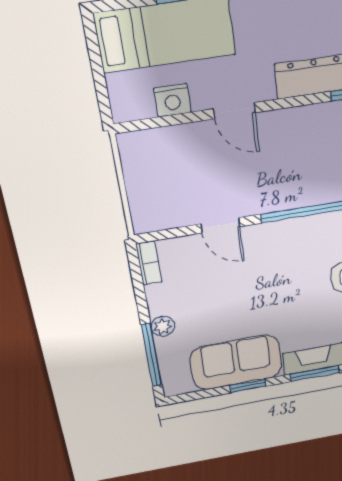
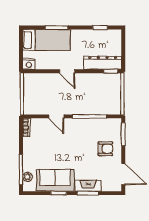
nightstand: (172, 100) -> (29, 64), moved
plant: (163, 326) -> (28, 177), moved

